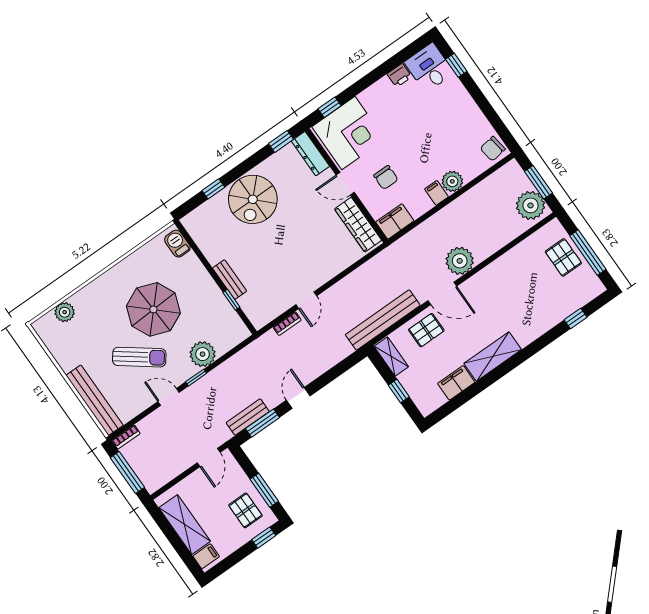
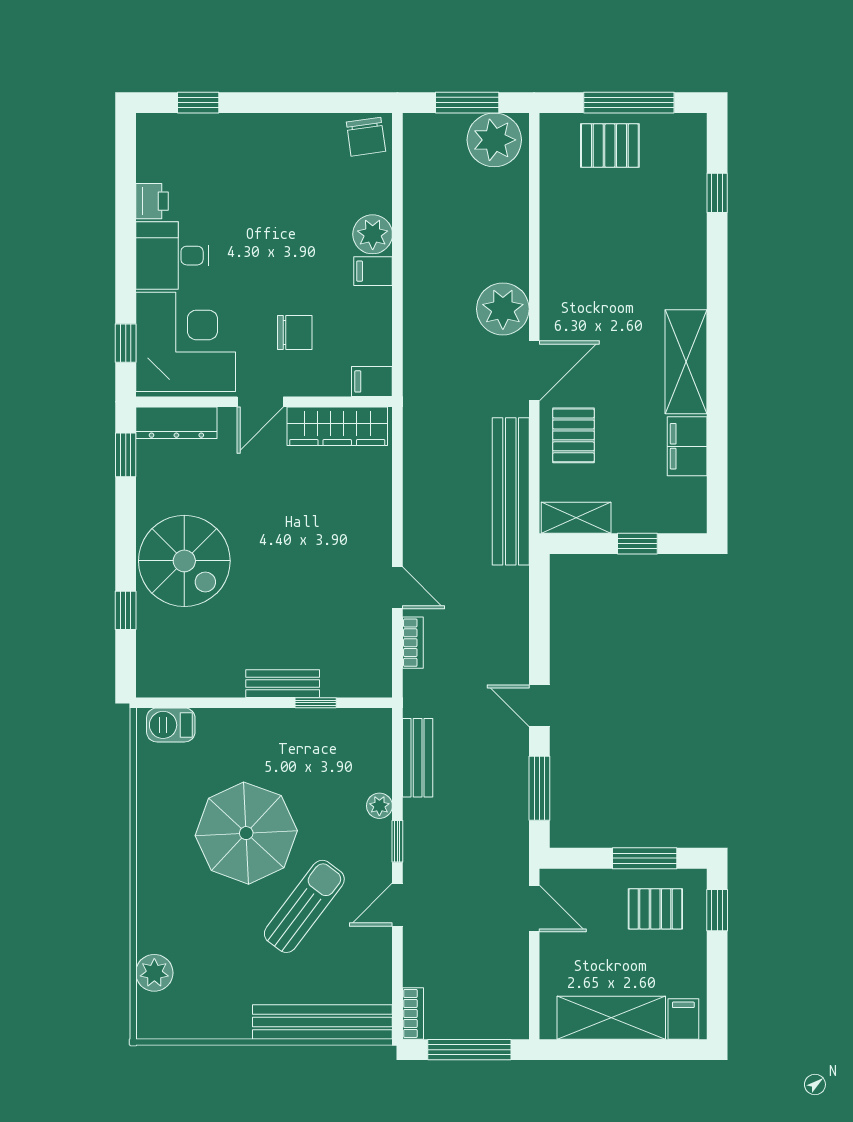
desk: (429, 68) -> (172, 256), moved
filing cabinet: (395, 221) -> (372, 381), width x0.50
plant: (203, 354) -> (379, 806), width x0.53, depth x0.53
bench: (248, 417) -> (418, 758), moved

